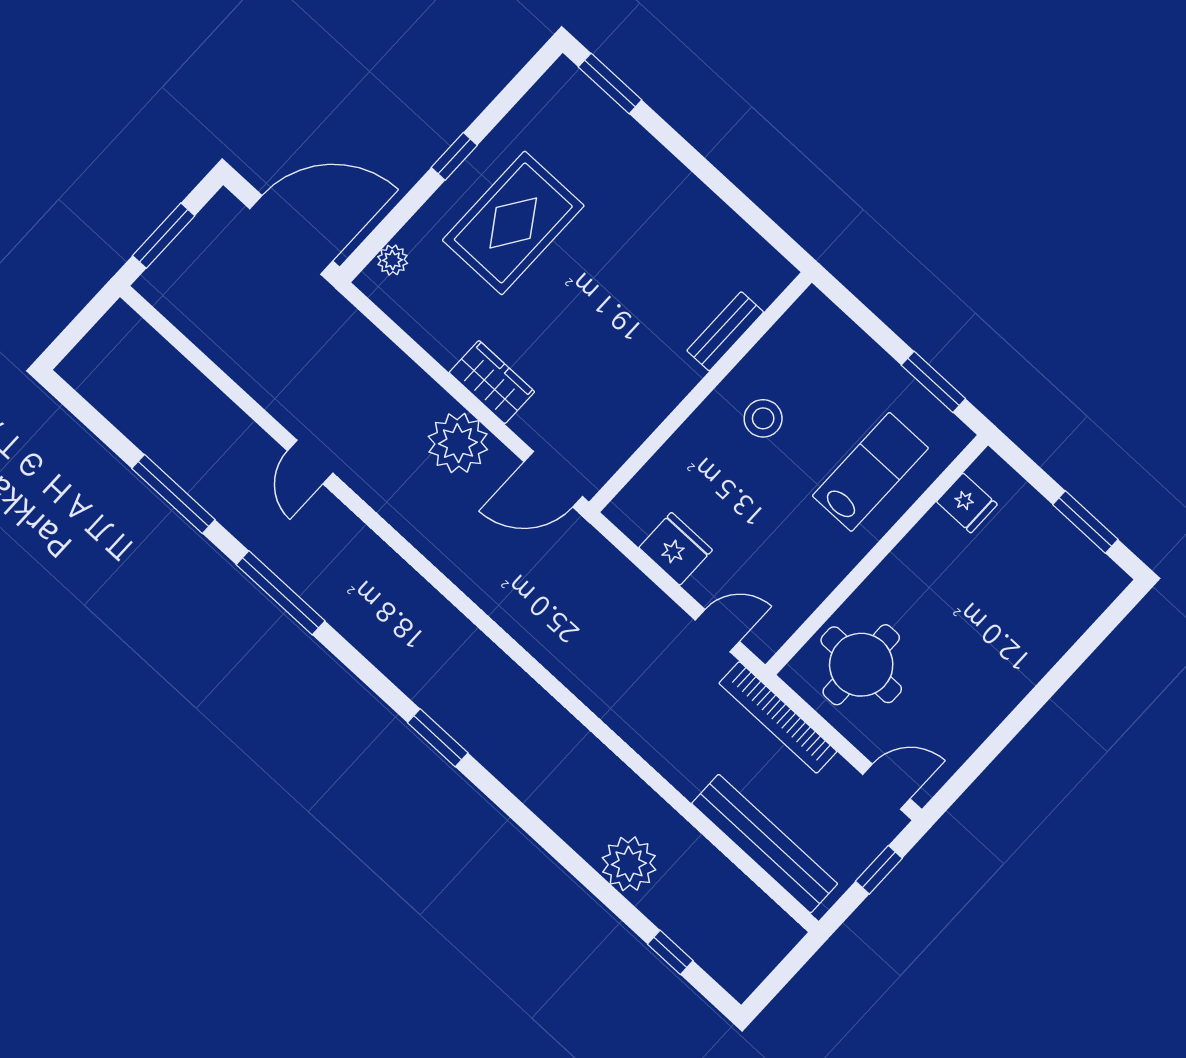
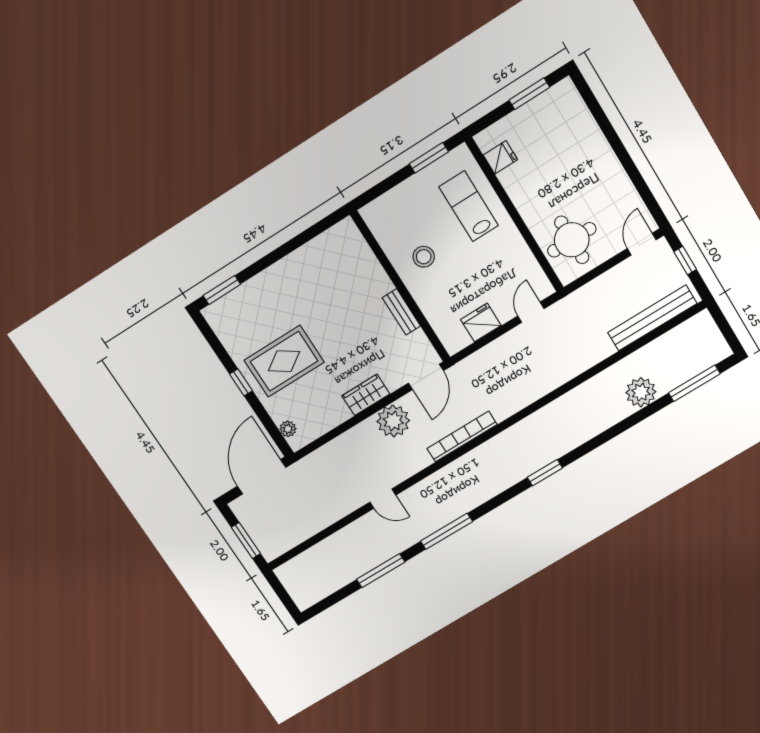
rug: (513, 223) -> (284, 361), turned 90
bench: (725, 331) -> (401, 312), moved
bookcase: (778, 717) -> (462, 437), moved, turned 180
window: (670, 952) -> (694, 383), width x2.17

